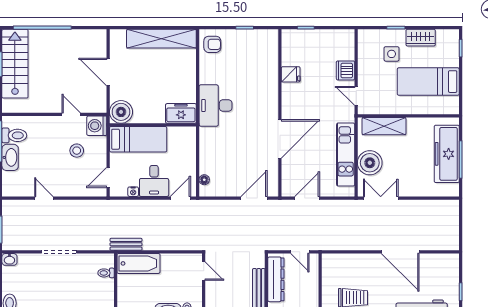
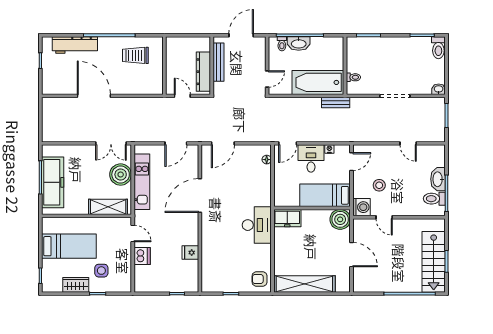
bathtub: (138, 263) -> (318, 82), width x1.36, depth x1.36
door: (204, 271) -> (267, 79), swing flipped

